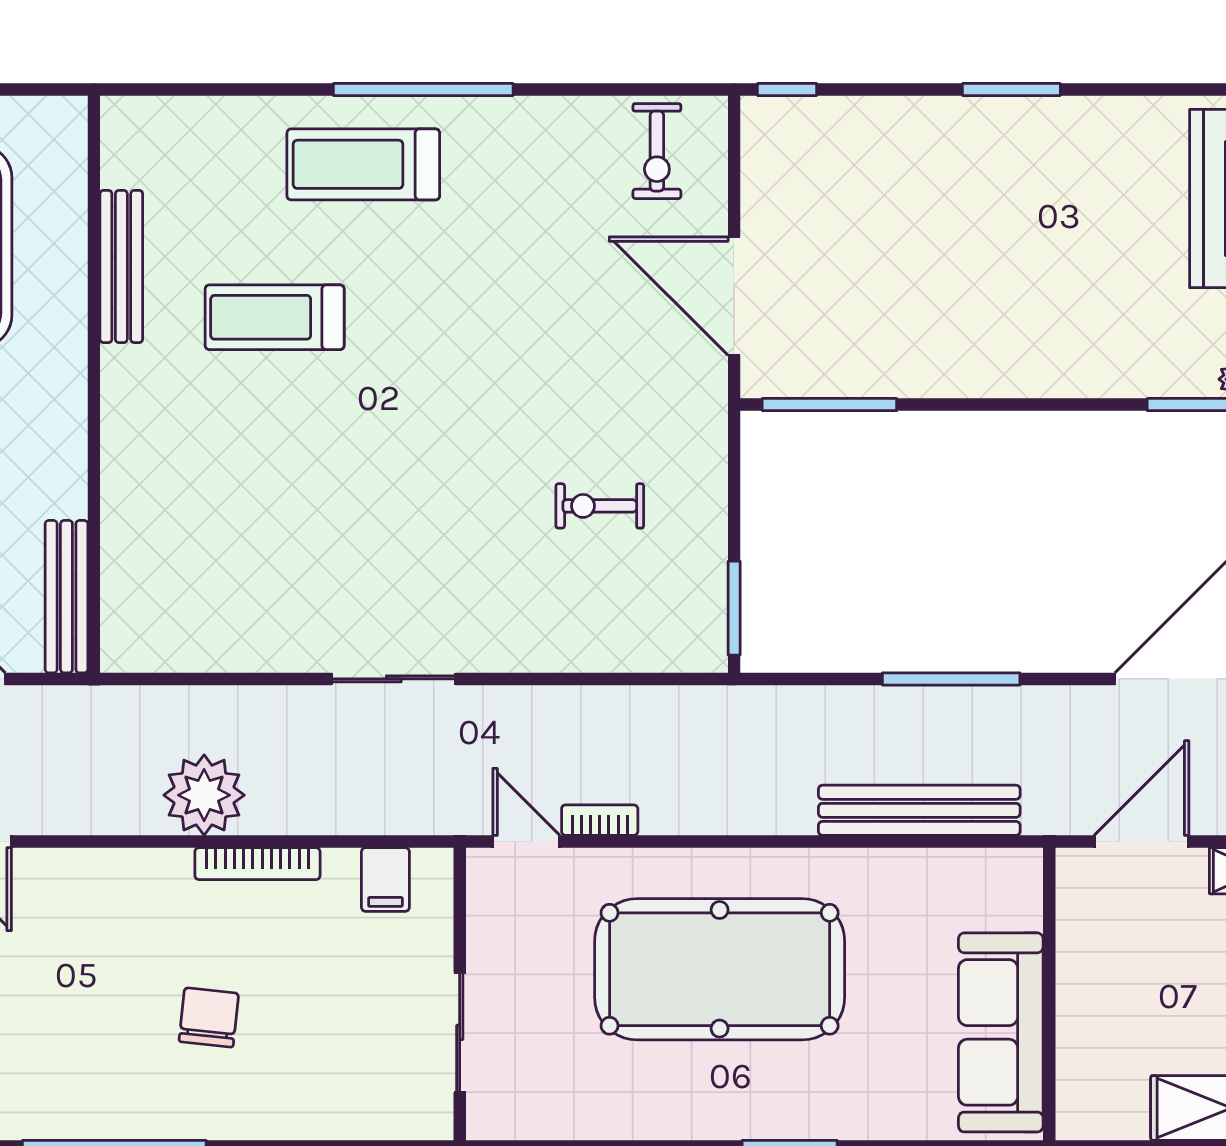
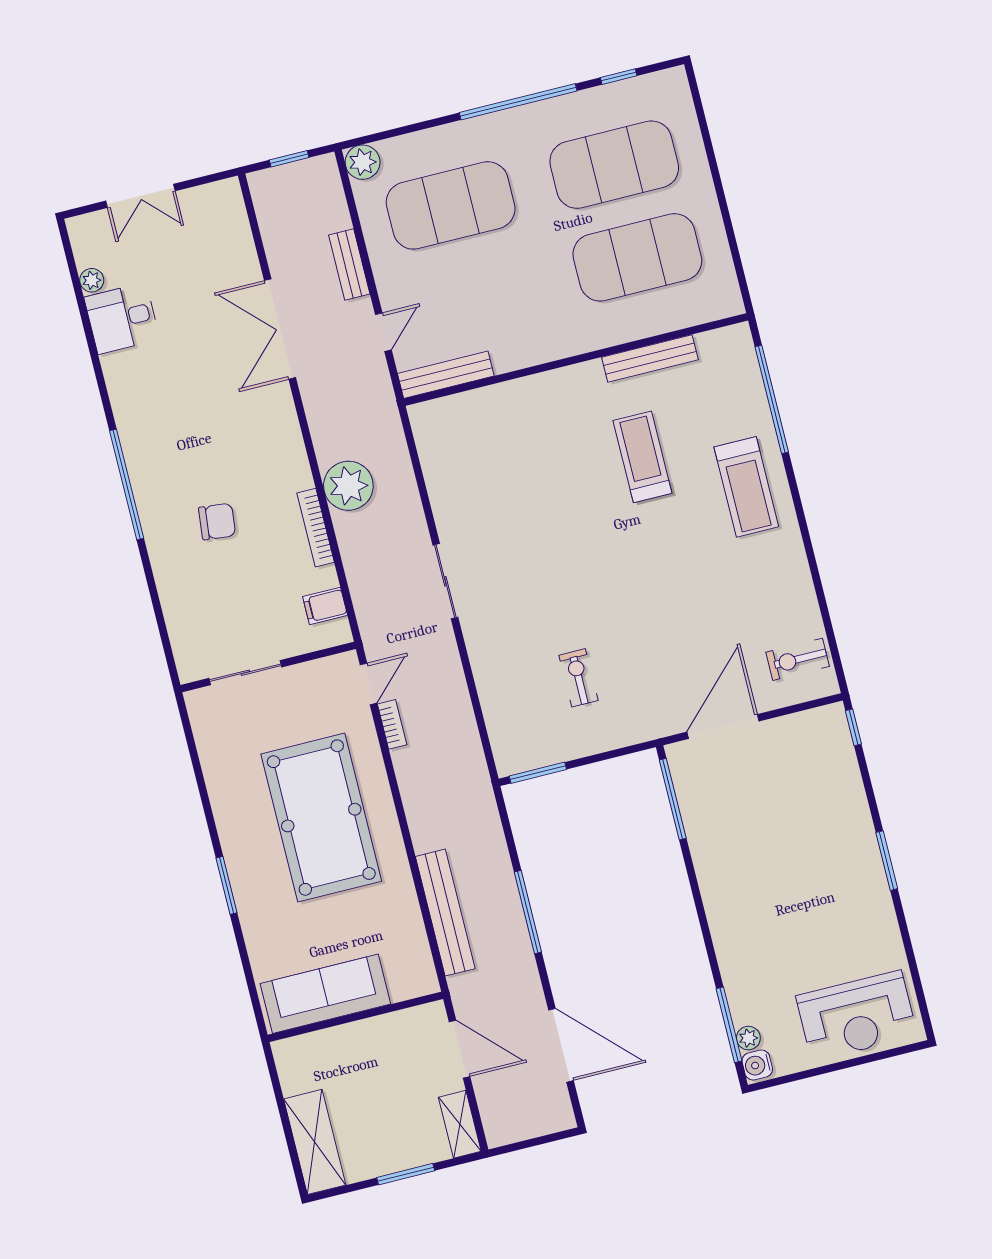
window: (423, 90) -> (772, 399), moved
treadmill: (363, 164) -> (746, 487), turned 180

